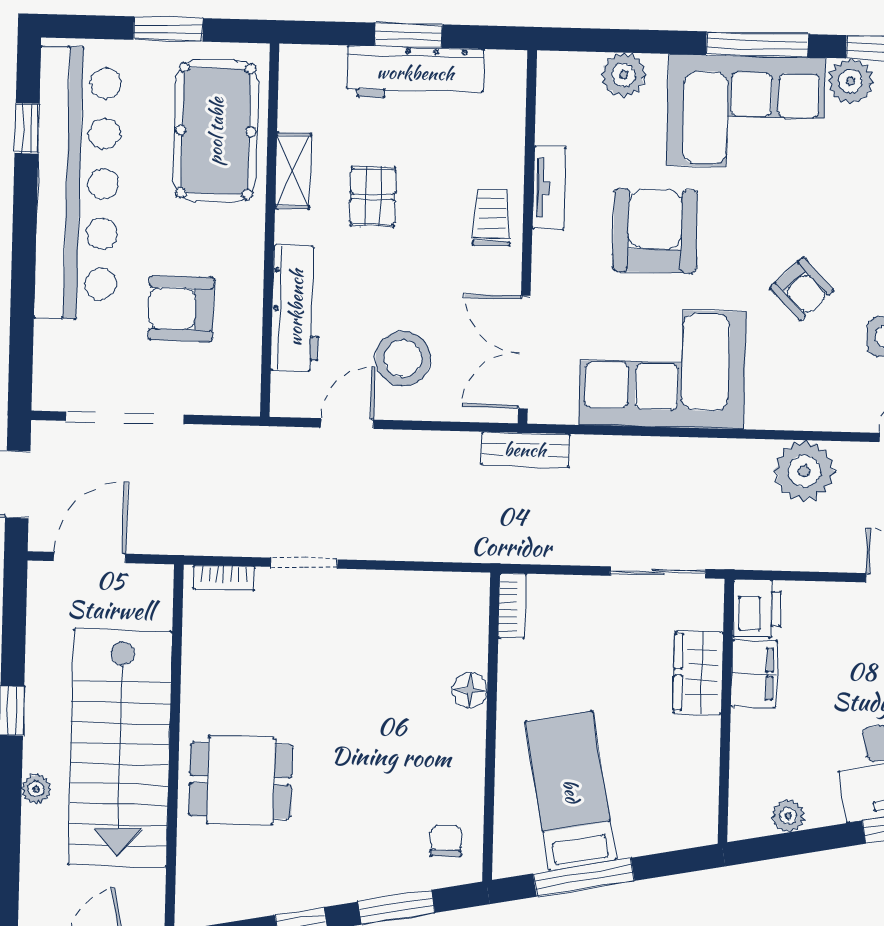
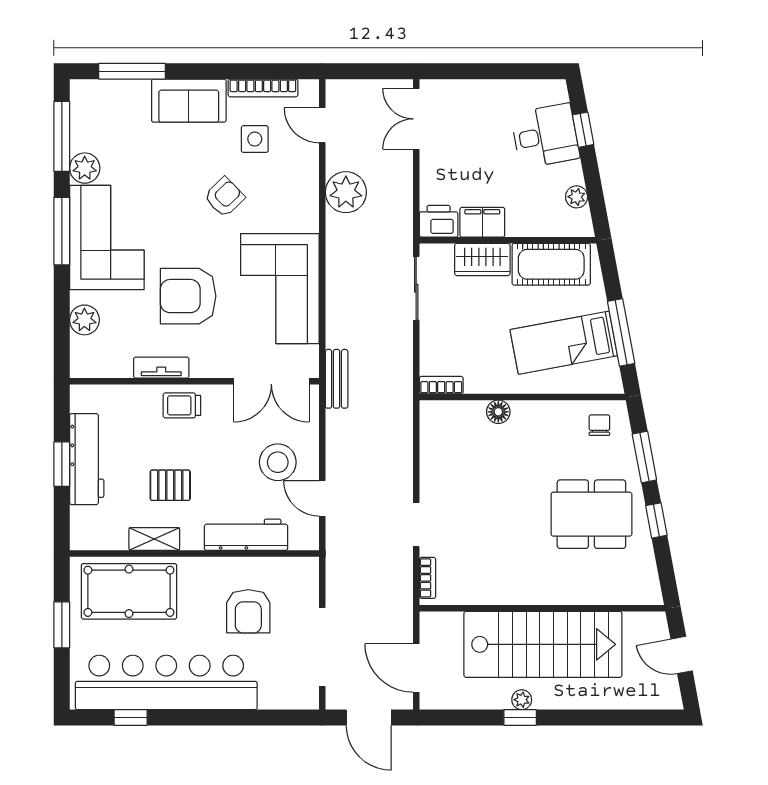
cot: (688, 775) -> (551, 264), added
dining table: (241, 780) -> (591, 514), moved, width x1.38
plant: (36, 789) -> (522, 700), moved
chair: (446, 841) -> (599, 425), turned 90

